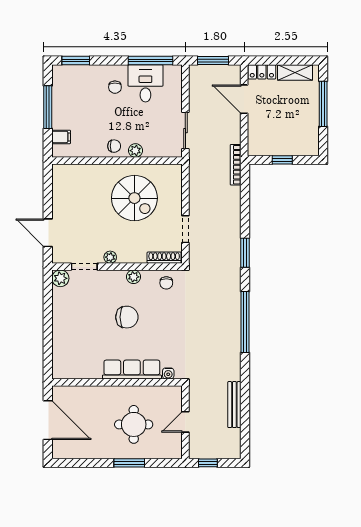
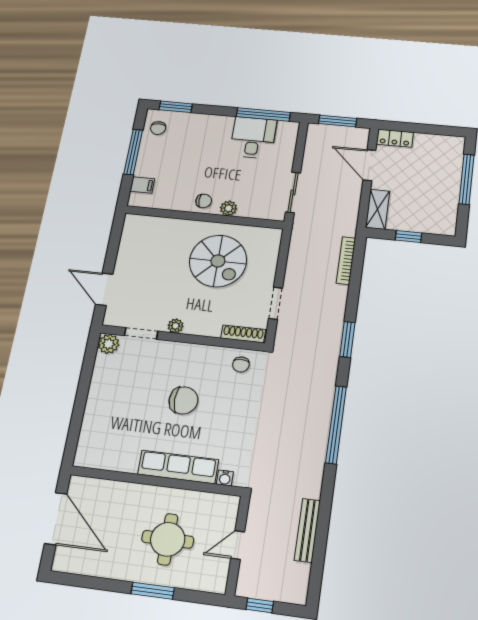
shelving: (295, 72) -> (378, 209), moved, turned 90
chair: (115, 87) -> (158, 128), moved
bookcase: (236, 165) -> (346, 261), moved
plant: (134, 277) -> (201, 352), removed

